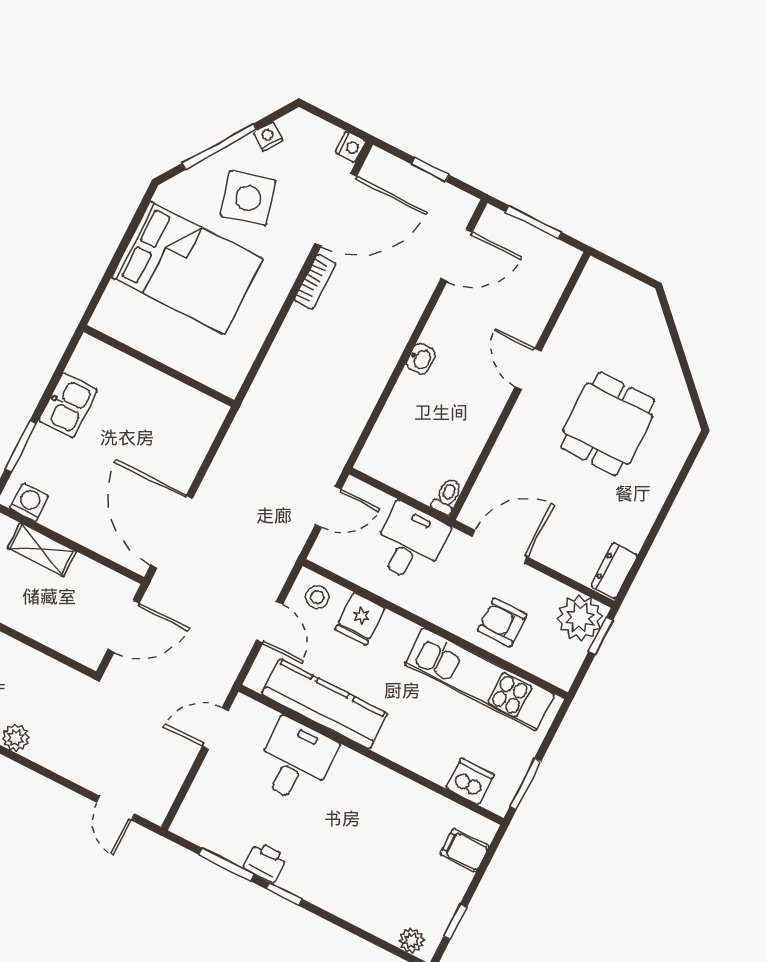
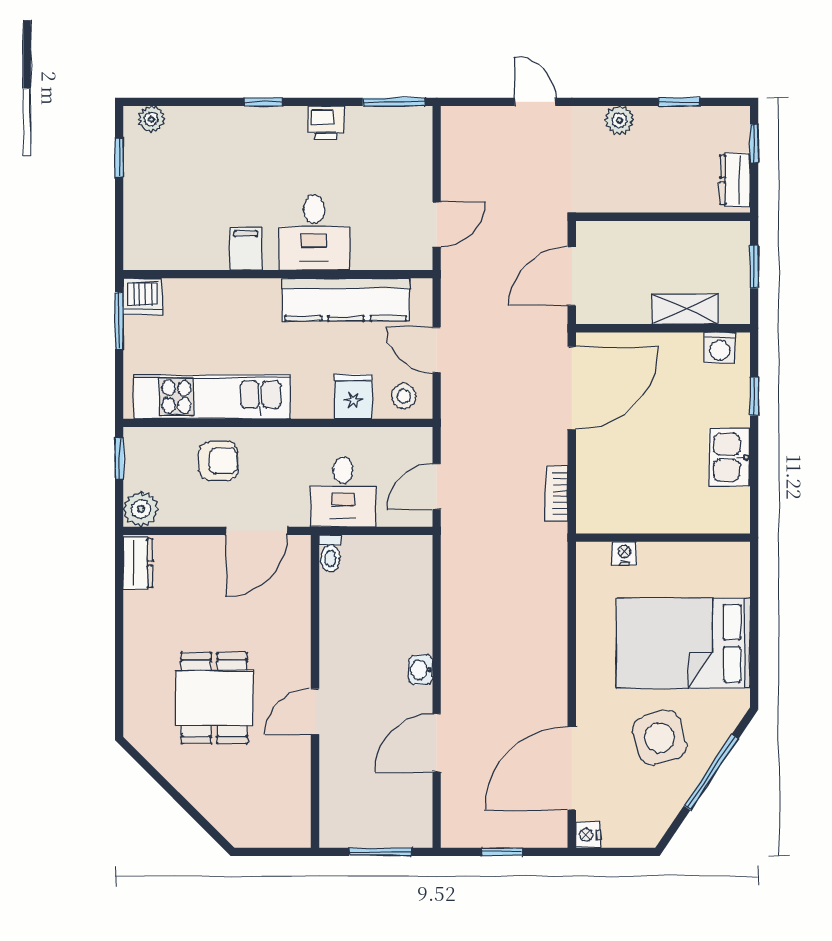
nightstand: (268, 136) -> (624, 553), moved, turned -124
door: (457, 255) -> (437, 743), moved
bookcase: (315, 282) -> (557, 494), moved
door: (528, 369) -> (315, 712), swing flipped
window: (21, 446) -> (754, 396), width x0.67
door: (172, 532) -> (572, 388), hinge flipped
plant: (580, 618) -> (141, 509), width x0.73, depth x0.73
window: (601, 636) -> (119, 458), moved
desk: (296, 761) -> (314, 232), moved
dishwasher: (470, 781) -> (143, 296), moved
door: (116, 808) -> (535, 102), moved
filing cabinet: (465, 850) -> (246, 249), moved, turned -90
window: (226, 865) -> (394, 102), moved
window: (284, 894) -> (264, 102), moved

